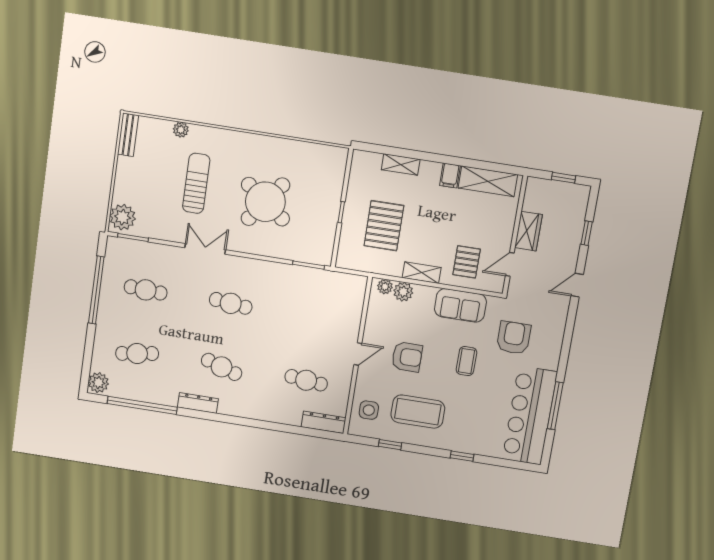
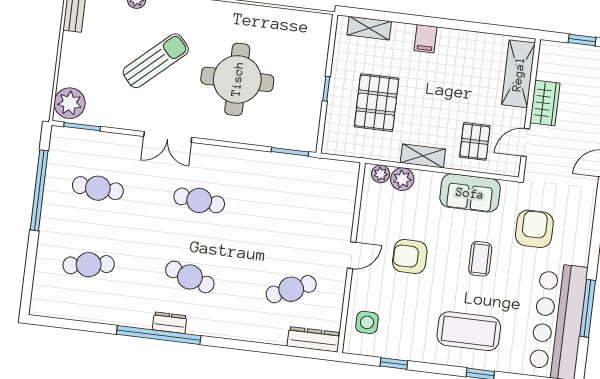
shelving: (401, 164) -> (369, 28), moved
filing cabinet: (450, 175) -> (426, 39), moved
shelving: (488, 181) -> (518, 74), moved, turned 90
sun lounger: (196, 183) -> (156, 61), turned 48
round table: (265, 202) -> (237, 79), turned -37
double door: (205, 249) -> (168, 137), swing flipped
armchair: (407, 357) -> (410, 256), turned 180
cafe table: (306, 380) -> (291, 289), turned -30
plant: (98, 383) -> (43, 302), removed
dresser: (198, 403) -> (170, 323), width x0.70
window: (142, 405) -> (159, 335), moved
coffee table: (418, 412) -> (469, 331), moved

